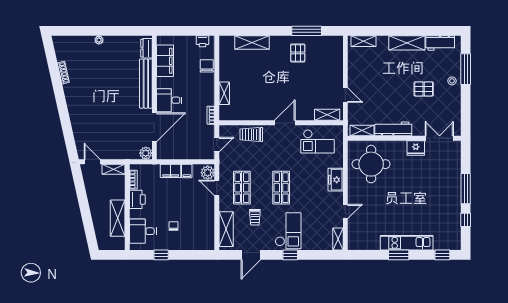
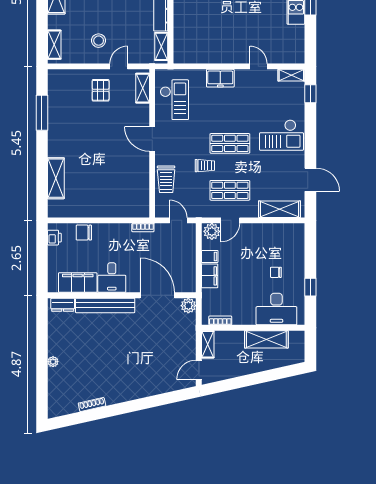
pallet: (298, 53) -> (101, 90), moved, turned 90
stool: (367, 78) -> (99, 41), added
shelving: (224, 93) -> (117, 211), removed
desk: (169, 100) -> (112, 278), moved
round table: (371, 164) -> (202, 36), removed
printer: (137, 199) -> (244, 316), removed
trolley: (255, 217) -> (205, 166), moved
desk: (143, 231) -> (276, 309), width x1.37
checkout: (288, 231) -> (282, 135), turned 180
window: (290, 255) -> (310, 94), moved

